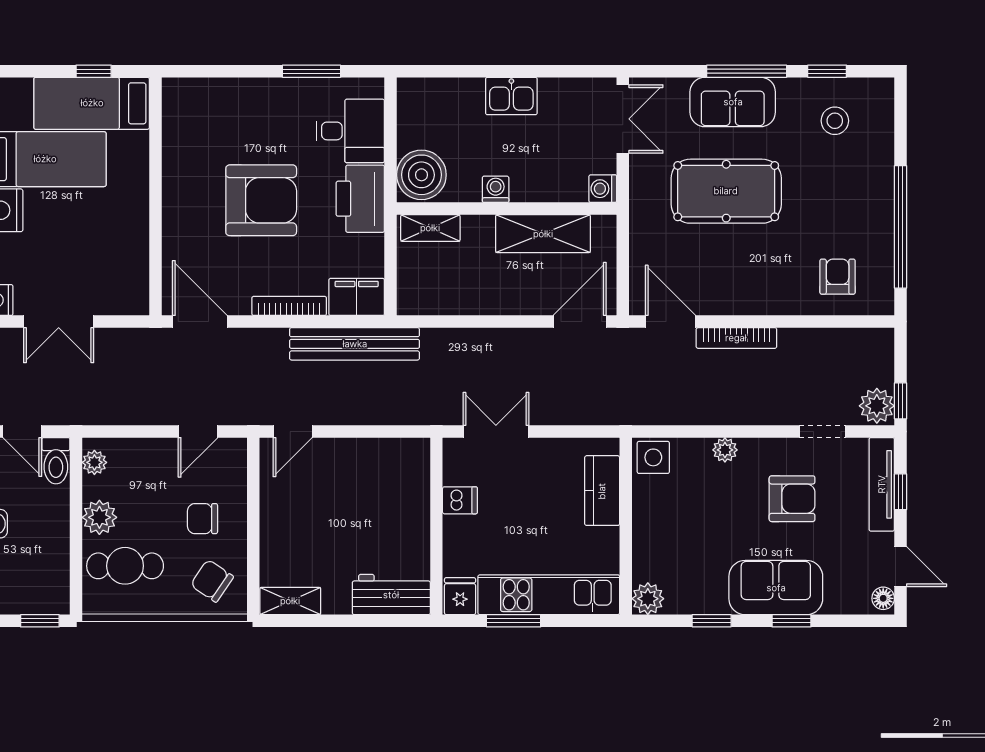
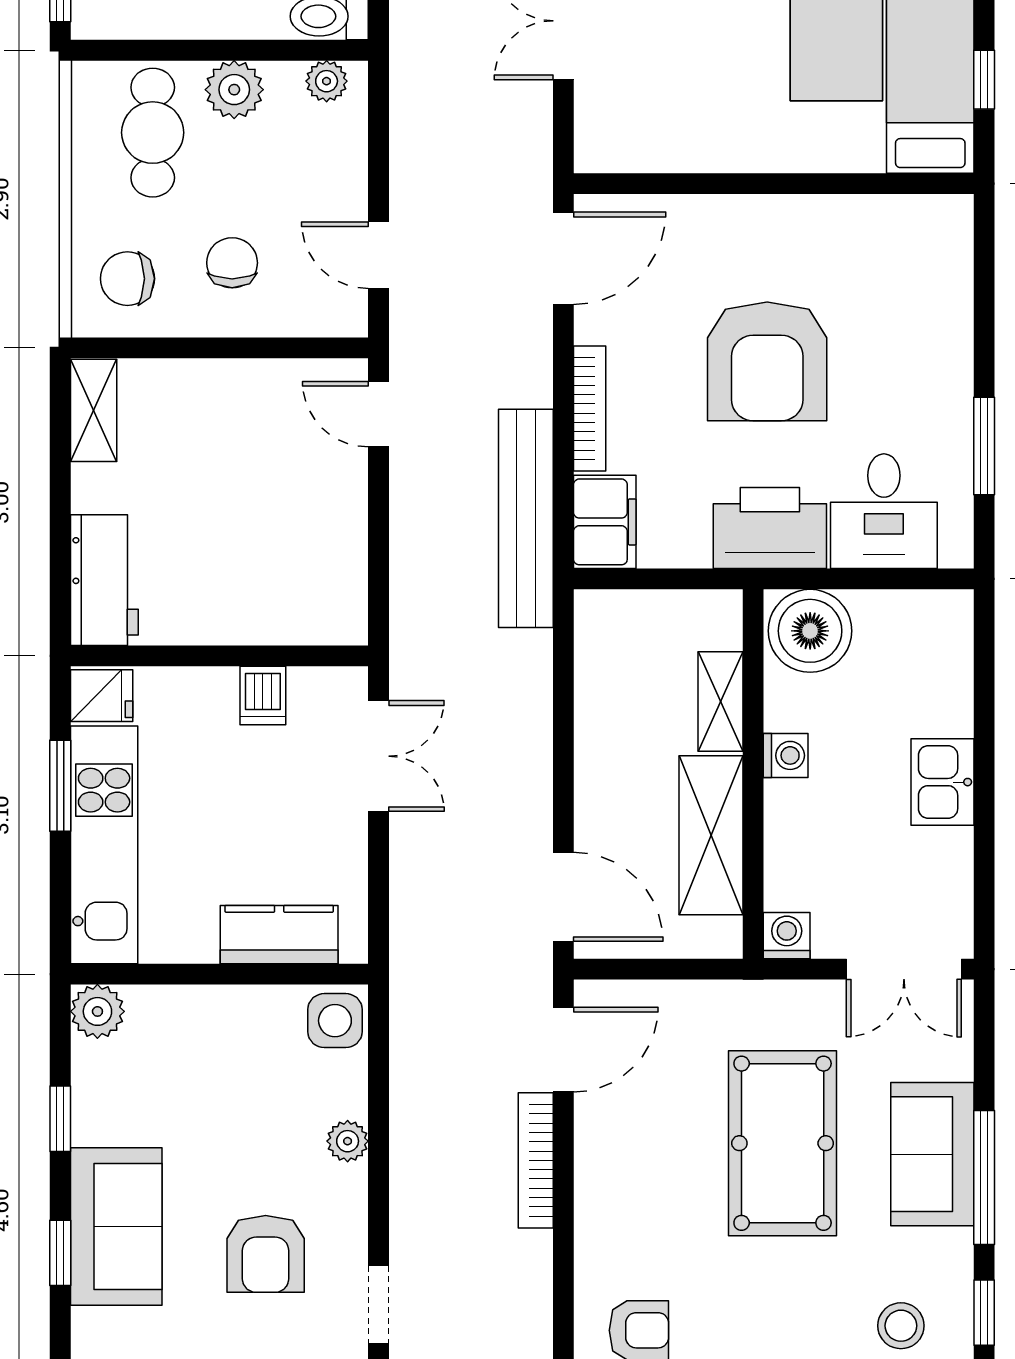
shelving: (430, 228) -> (720, 701), moved
chair: (212, 581) -> (127, 279), turned -124

